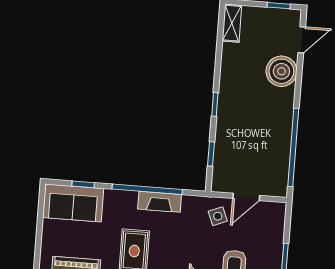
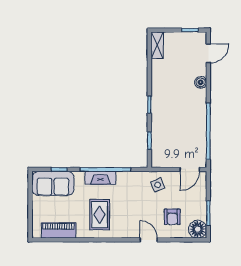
boiler: (281, 71) -> (201, 82), width x0.54, depth x0.54
door: (246, 197) -> (190, 169), moved
fireplace: (160, 202) -> (100, 178), moved

